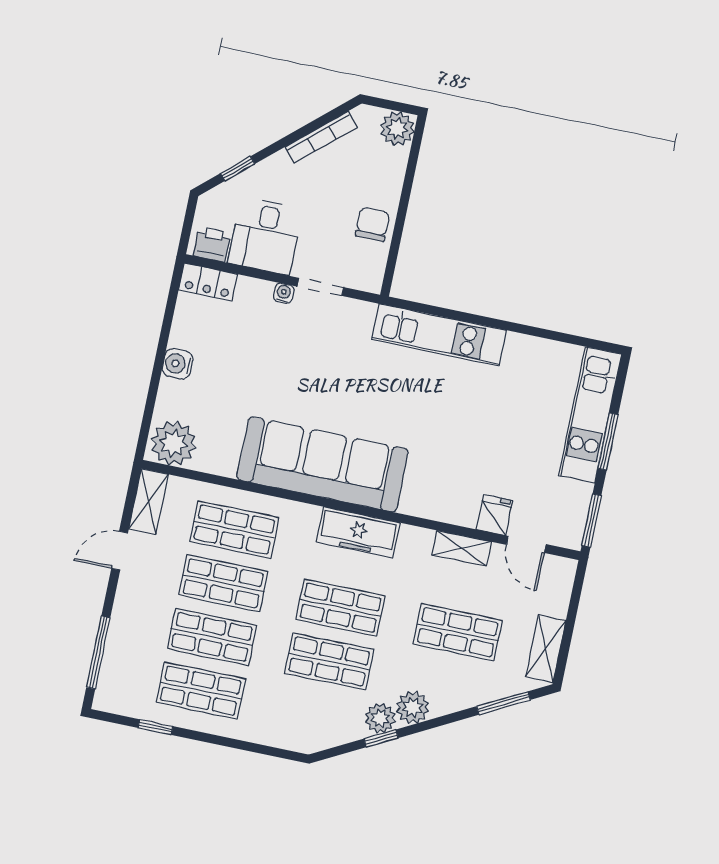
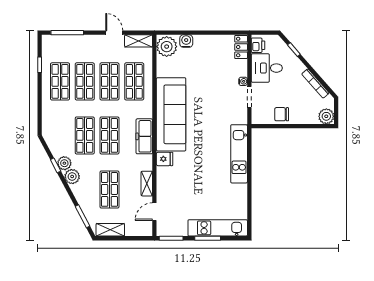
chair: (372, 224) -> (282, 114), turned 180
water cooler: (178, 364) -> (186, 41), moved
fridge: (495, 515) -> (165, 159), moved

